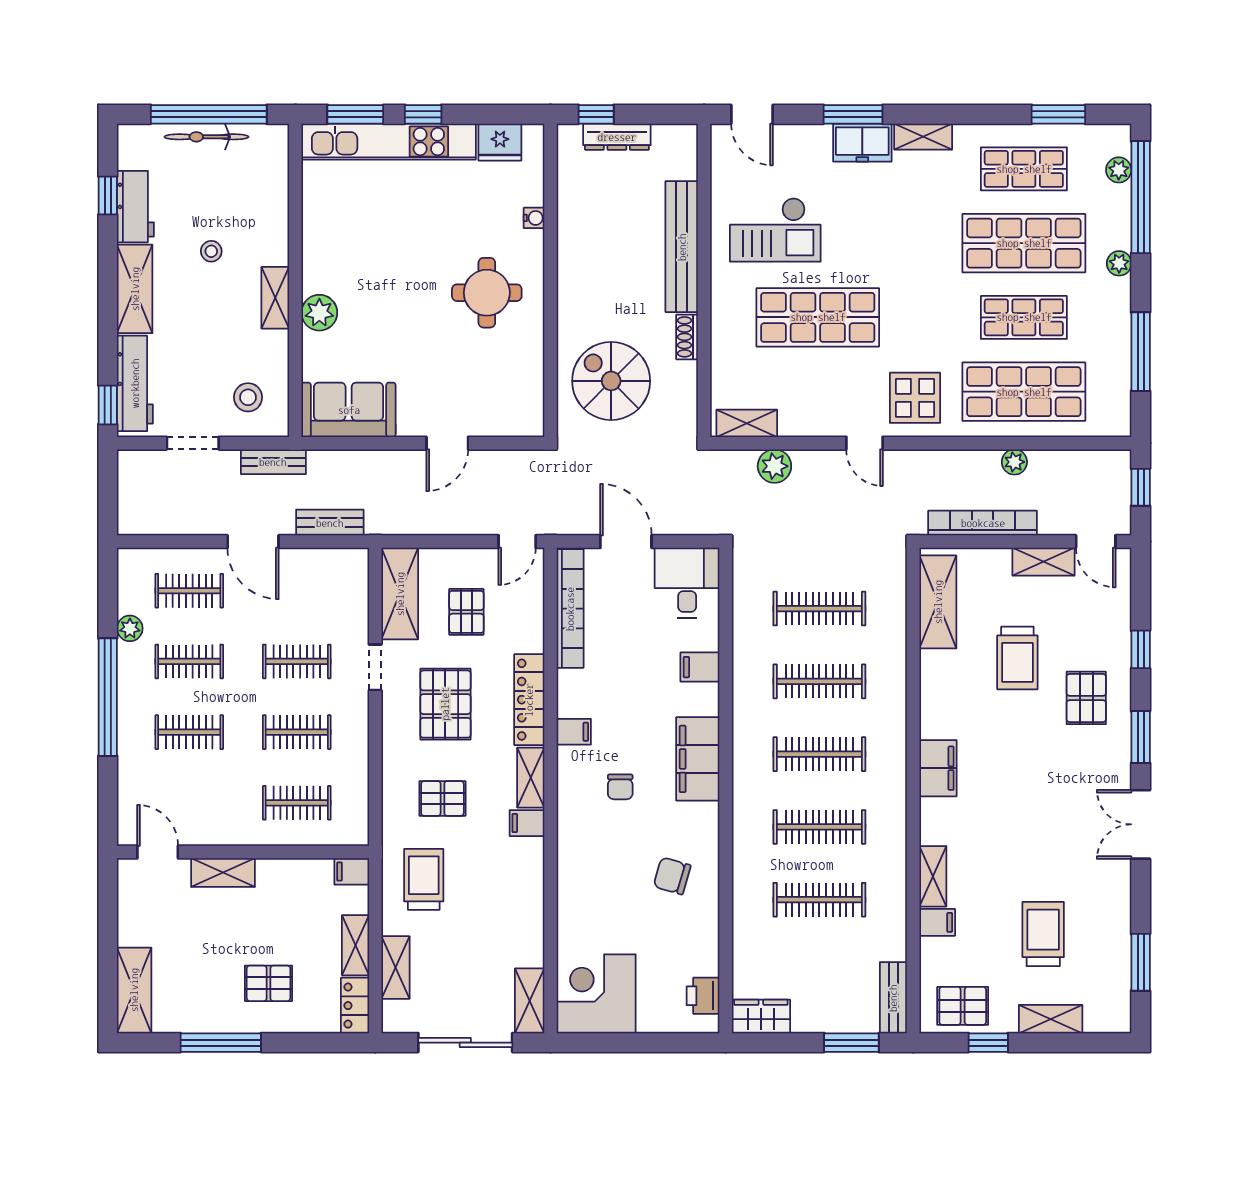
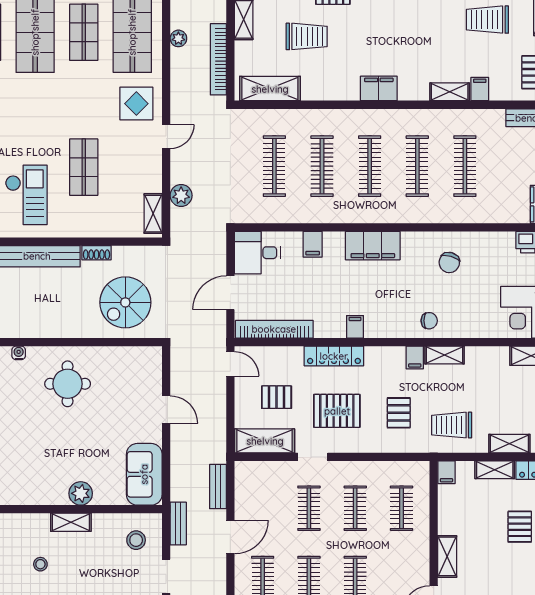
shop shelf: (818, 317) -> (84, 167), width x0.70, depth x0.74
shelving: (531, 778) -> (445, 355), moved
chair: (620, 787) -> (429, 321), moved

